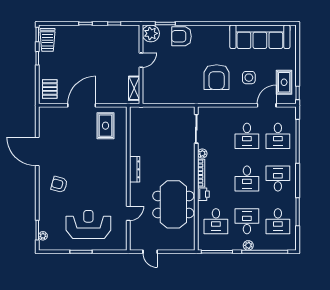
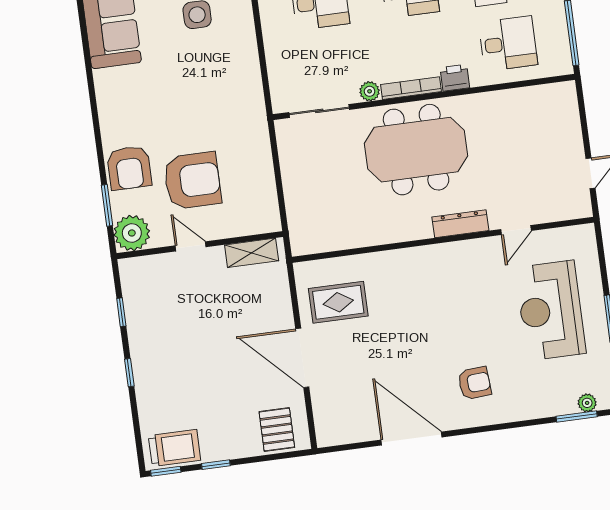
armchair: (217, 77) -> (192, 181), moved
pallet: (50, 89) -> (277, 430), turned 90
door: (37, 151) -> (411, 439), swing flipped
dresser: (135, 169) -> (460, 224), moved
armchair: (59, 184) -> (475, 383), turned -109
meeting table: (173, 204) -> (416, 150), moved
door: (128, 213) -> (516, 230), swing flipped

